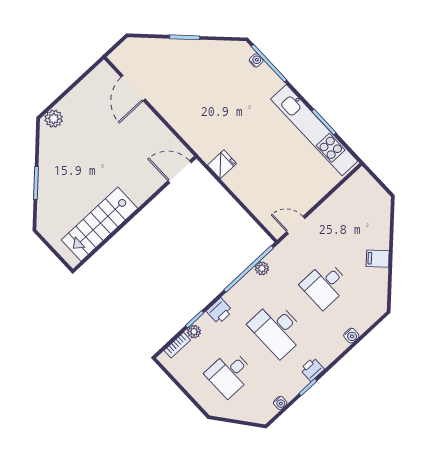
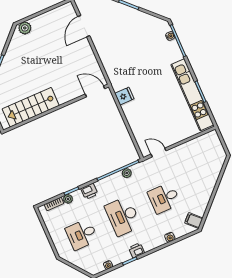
filing cabinet: (378, 259) -> (194, 221), moved

